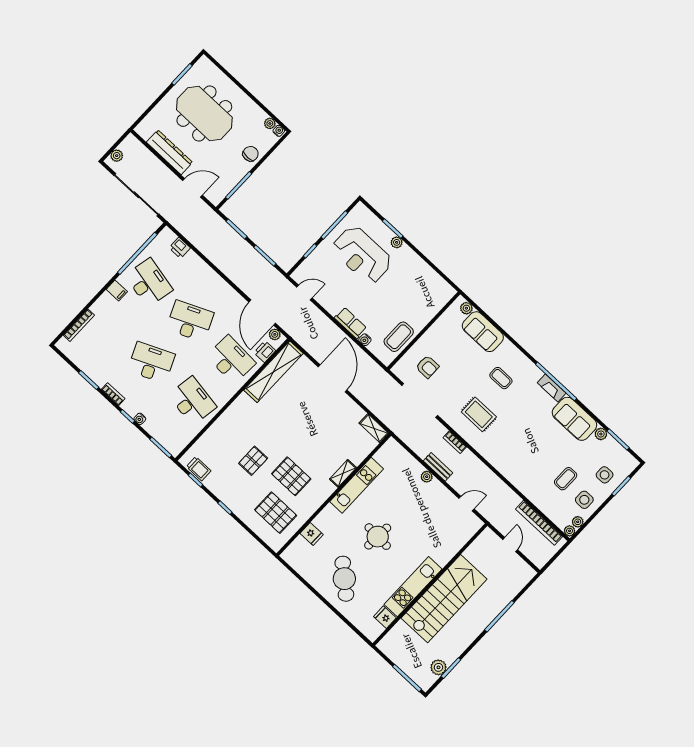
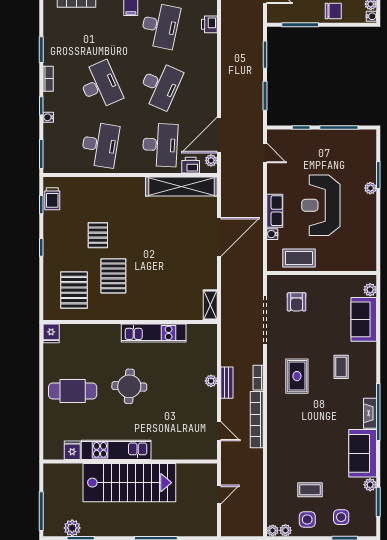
reception desk: (362, 255) -> (321, 205), moved
desk: (190, 321) -> (160, 85), turned 48
pallet: (253, 461) -> (98, 235), turned 90
shelving: (343, 473) -> (153, 314), removed
bookcase: (539, 523) -> (257, 420), moved
fridge: (312, 534) -> (51, 333), moved
cafe table: (344, 579) -> (73, 391), turned 49

